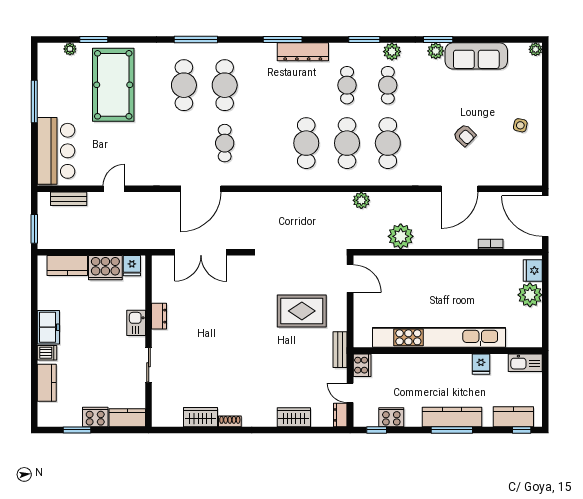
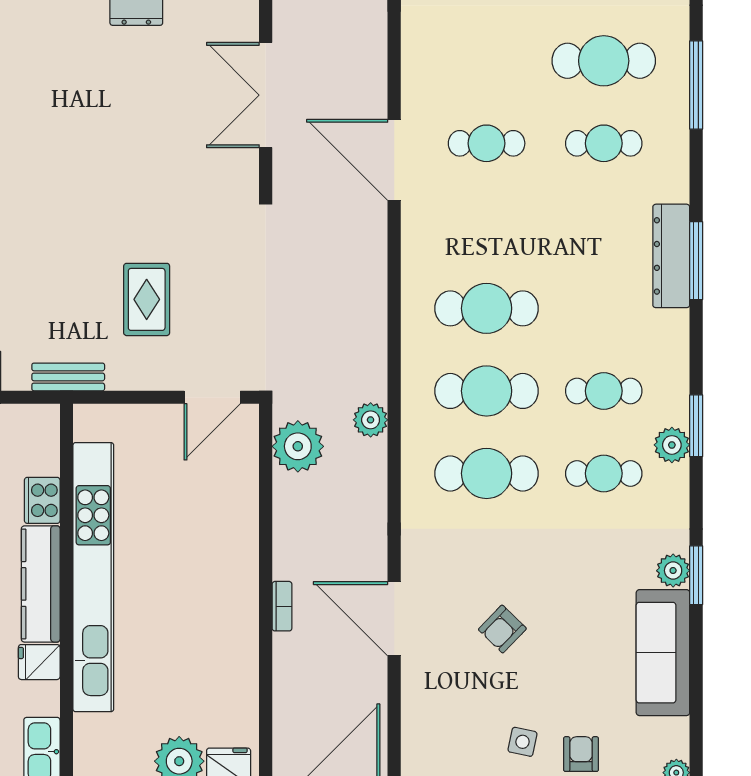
dresser: (303, 52) -> (671, 256), moved
plant: (392, 52) -> (672, 445), moved
cafe table: (225, 85) -> (604, 143), width x0.73, depth x0.74
armchair: (526, 96) -> (581, 754), added
door: (201, 189) -> (394, 160), moved
plant: (401, 236) -> (298, 446), moved
bookcase: (491, 244) -> (282, 606), moved
rug: (302, 311) -> (147, 299), width x0.73, depth x0.70
kitchen counter: (442, 363) -> (41, 584), added
cooker: (362, 365) -> (42, 500), moved, turned 90

